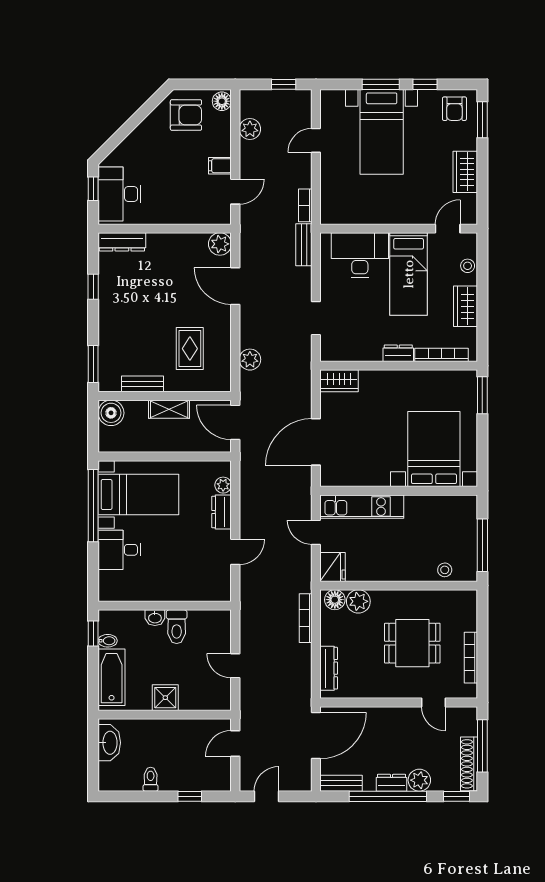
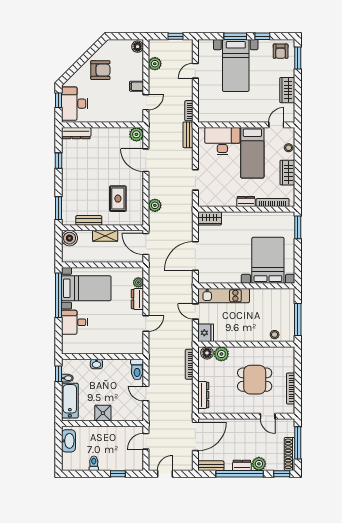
armchair: (186, 115) -> (100, 70), moved
toilet: (177, 627) -> (137, 370), moved

